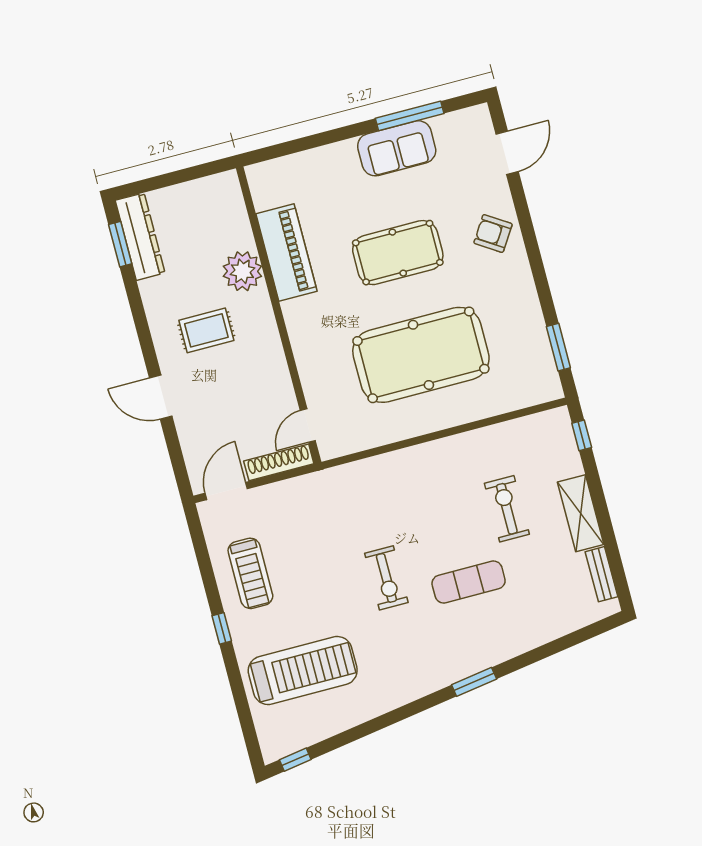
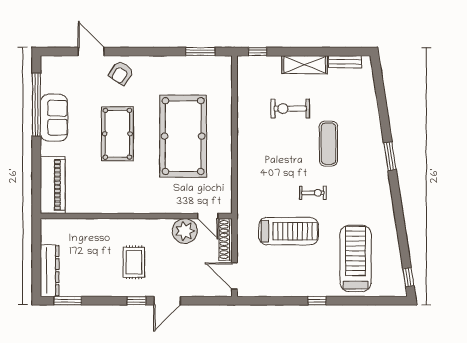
window: (410, 116) -> (36, 105), width x1.46
door: (507, 153) -> (91, 52), moved
dresser: (140, 237) -> (50, 271), moved, turned 90
piano: (286, 252) -> (53, 185), moved, turned 90
plant: (242, 271) -> (185, 231), moved
window: (148, 350) -> (136, 301), added
treadmill: (250, 573) -> (289, 231), moved, width x1.37, depth x1.38
exercise bike: (386, 578) -> (313, 193), width x0.73, depth x0.72

